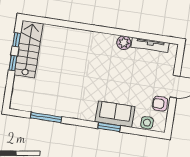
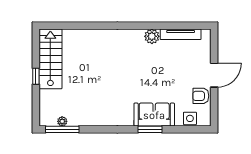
window: (17, 40) -> (36, 51), removed
plant: (31, 108) -> (62, 121), added
window: (46, 117) -> (62, 129), moved

